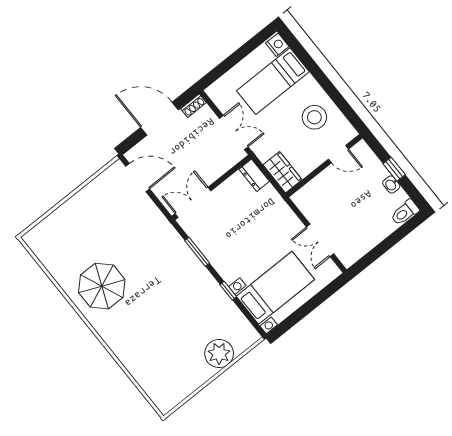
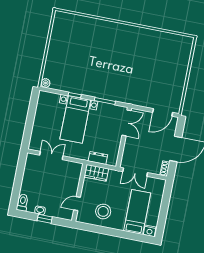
dresser: (254, 175) -> (98, 158), moved
parasol: (102, 286) -> (136, 47), removed
bed with nightstands: (275, 288) -> (75, 120), moved
plant: (219, 354) -> (46, 83), moved, width x0.53, depth x0.53

